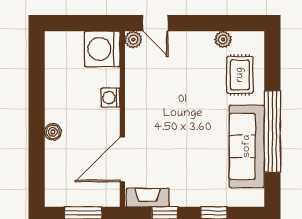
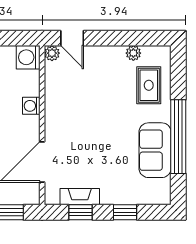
washing machine: (102, 49) -> (28, 57), width x0.73, depth x0.73
sofa: (247, 146) -> (155, 150), width x0.73
fireplace: (148, 198) -> (80, 197), moved

